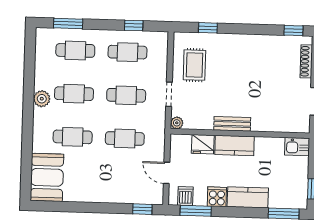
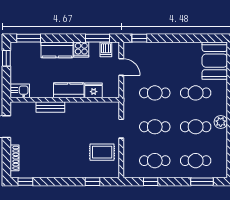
rug: (194, 65) -> (102, 152), turned 90
plant: (177, 123) -> (114, 106), removed
bench: (232, 124) -> (50, 107), moved

